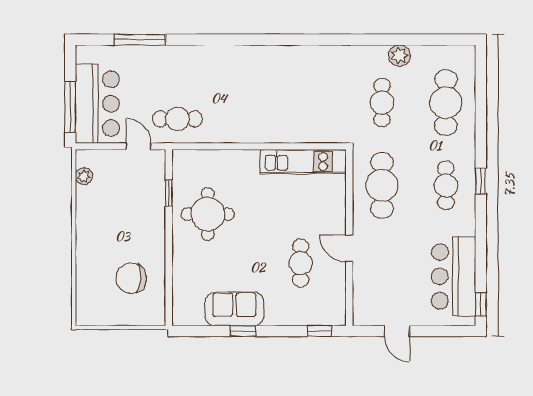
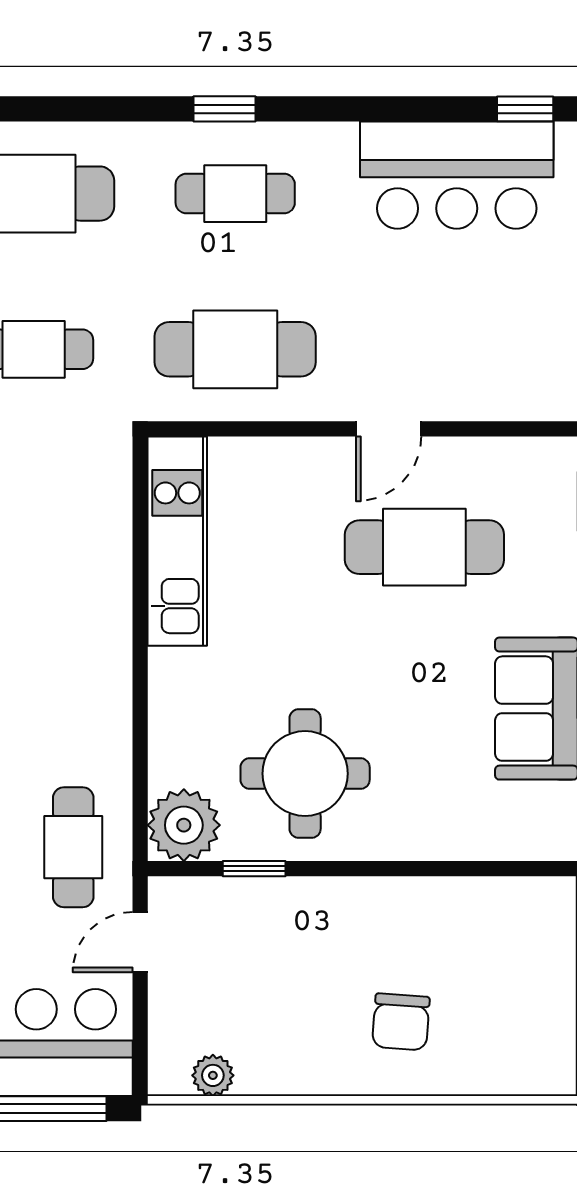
plant: (187, 164) -> (184, 825), added
cafe table: (301, 263) -> (424, 547), width x1.37, depth x1.35
chair: (131, 278) -> (401, 1022), moved, width x0.73, depth x0.73

